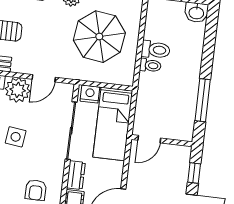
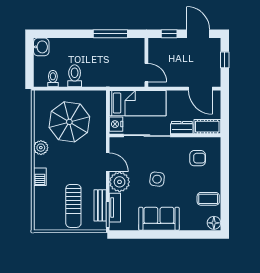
toilet: (150, 65) -> (53, 79), moved

